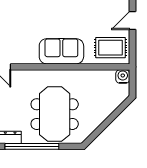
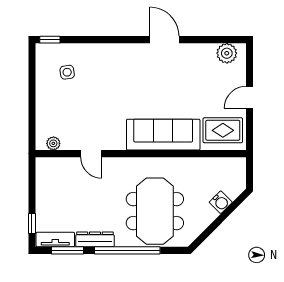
sofa: (61, 51) -> (163, 135), width x1.36
water cooler: (123, 77) -> (221, 202), moved, turned 135

